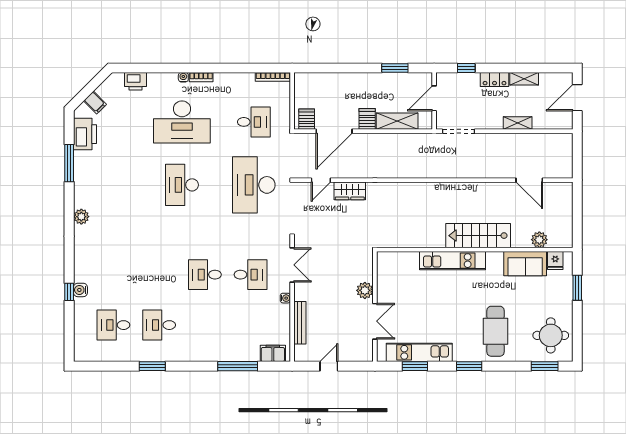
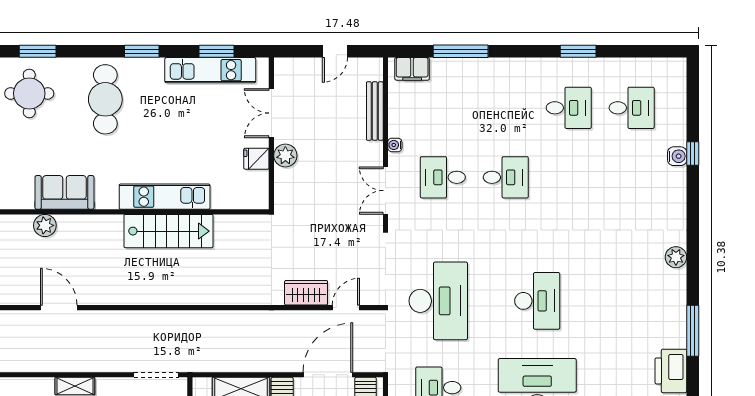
stairs: (478, 236) -> (168, 231), moved
fridge: (555, 260) -> (256, 159), moved, turned -90

